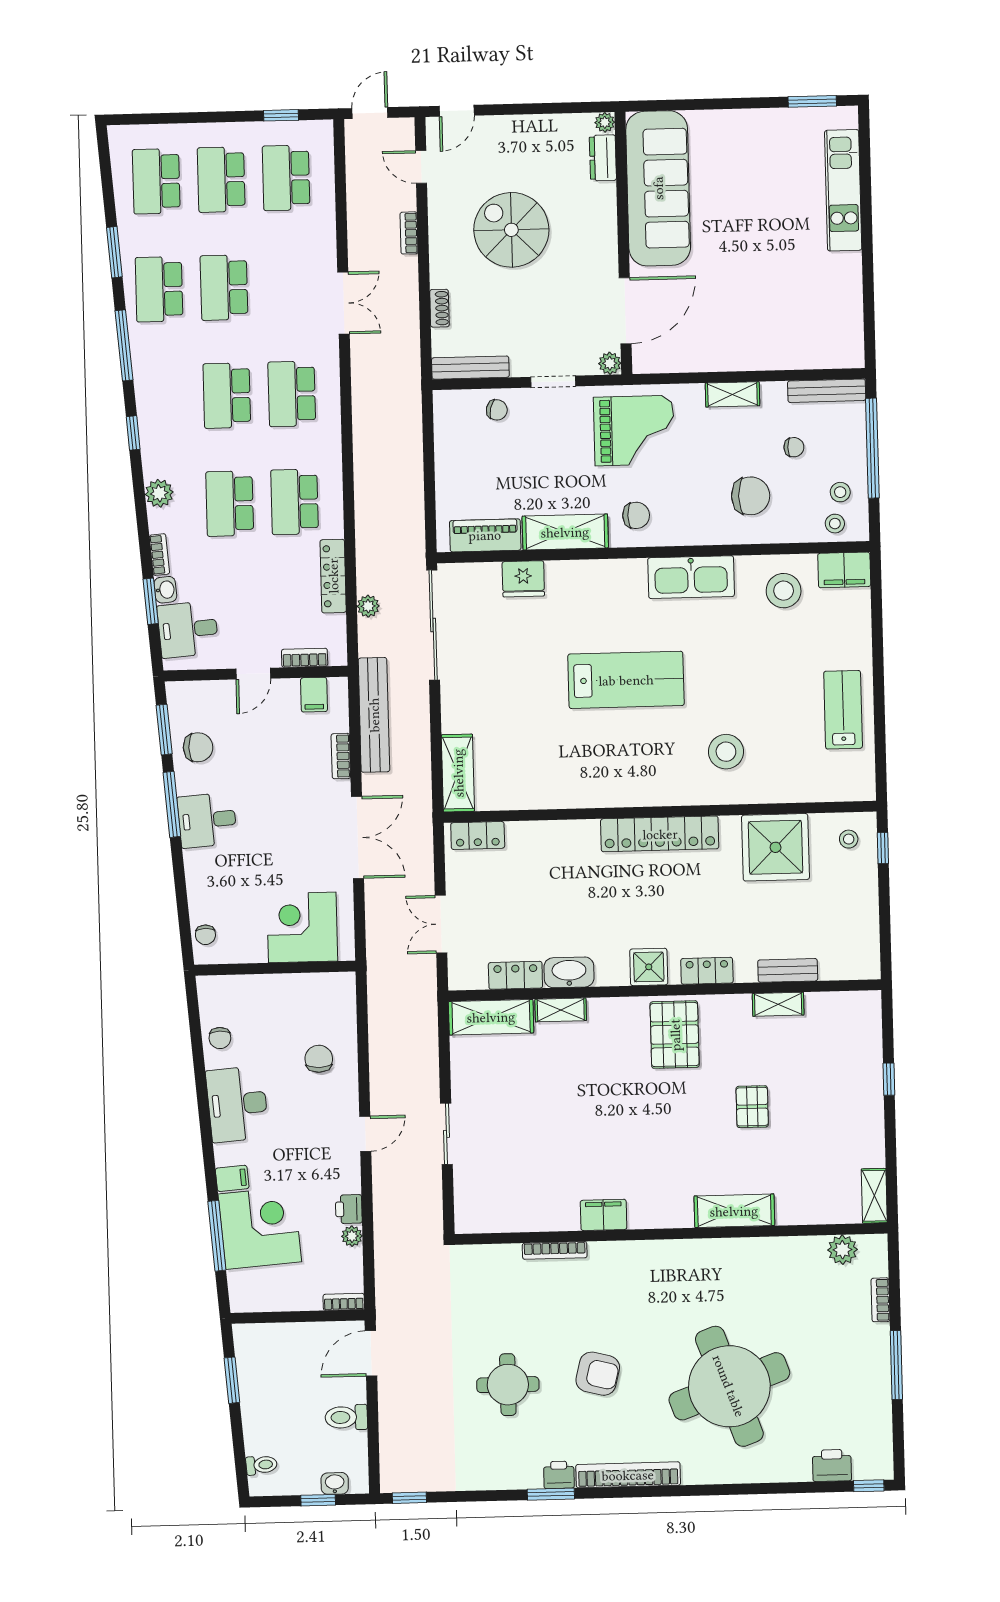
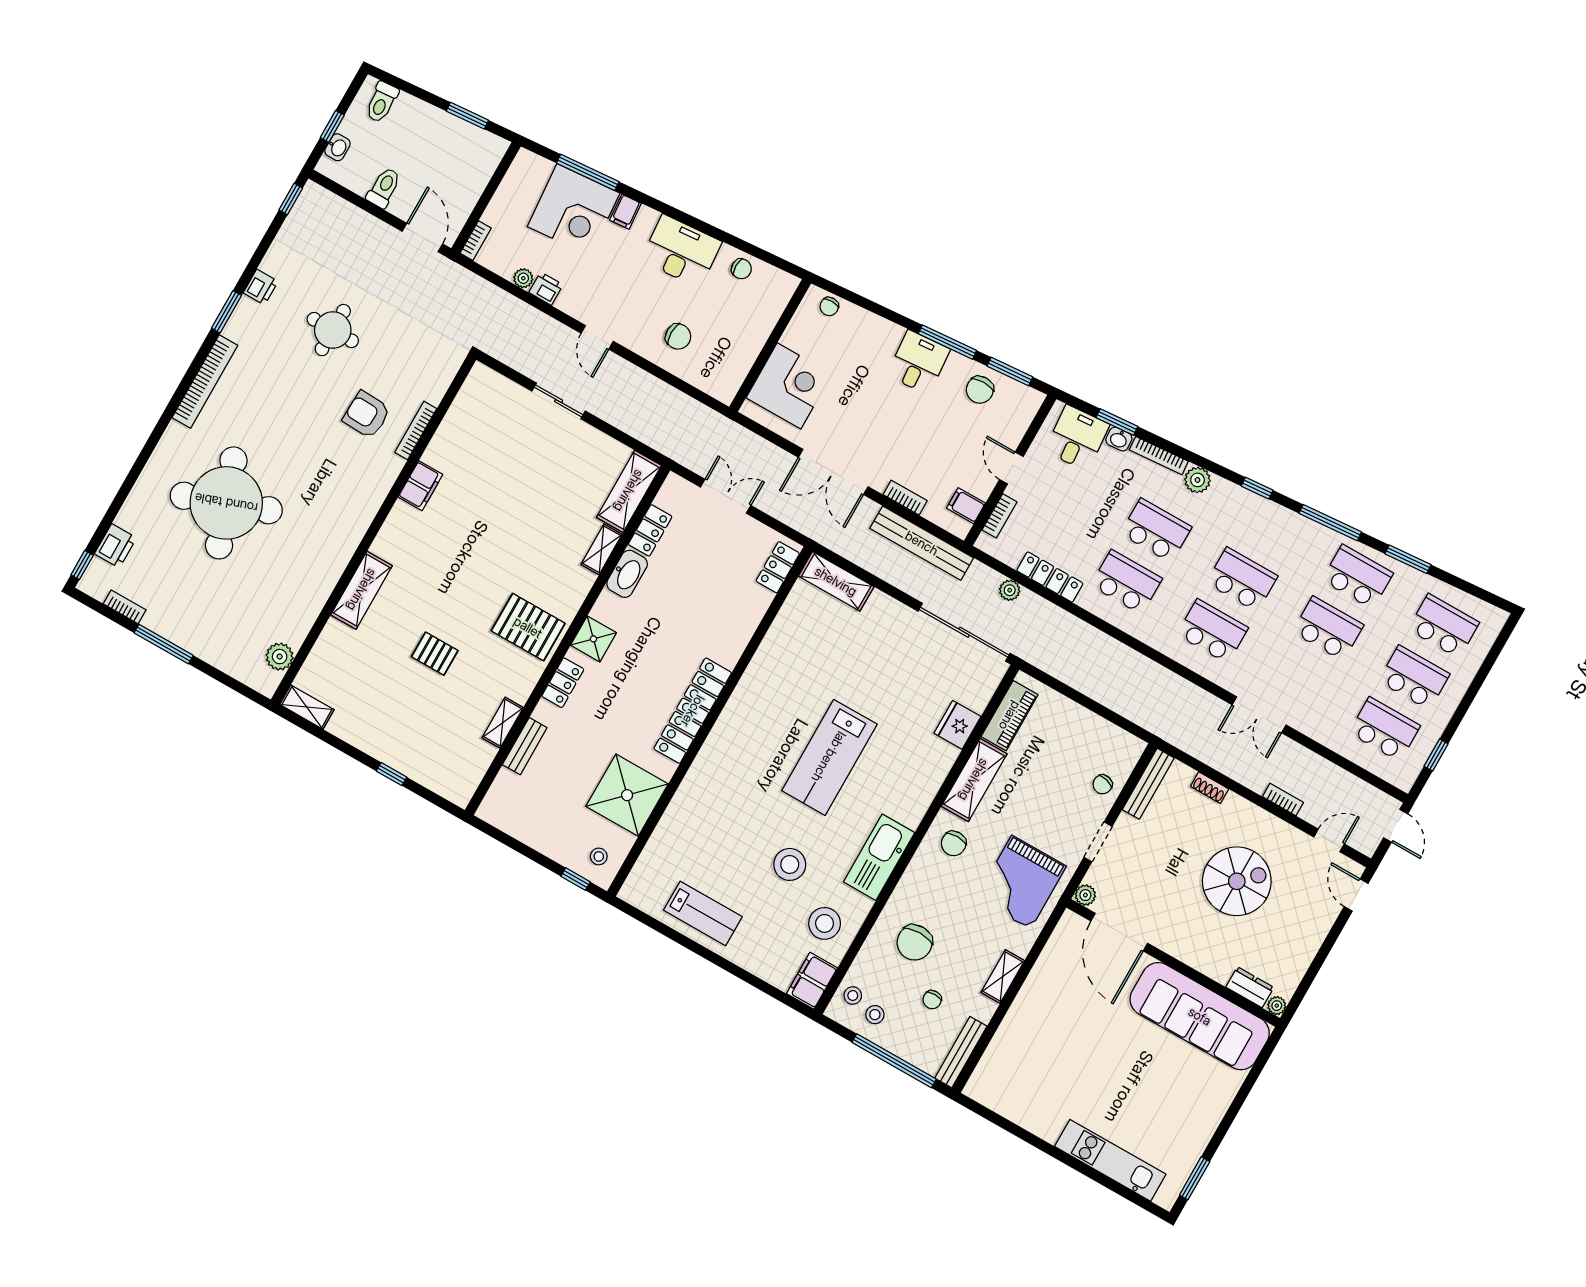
bookcase: (159, 555) -> (1159, 456), width x1.56
stool: (726, 752) -> (790, 864), moved
chair: (205, 935) -> (829, 306), turned -90
chair: (220, 1038) -> (741, 269), turned 180
bookcase: (880, 1300) -> (125, 607), moved
armchair: (598, 1374) -> (367, 415), moved, turned 78
toilet: (261, 1465) -> (382, 102), width x1.37, depth x1.39
printer: (559, 1475) -> (261, 287), moved

